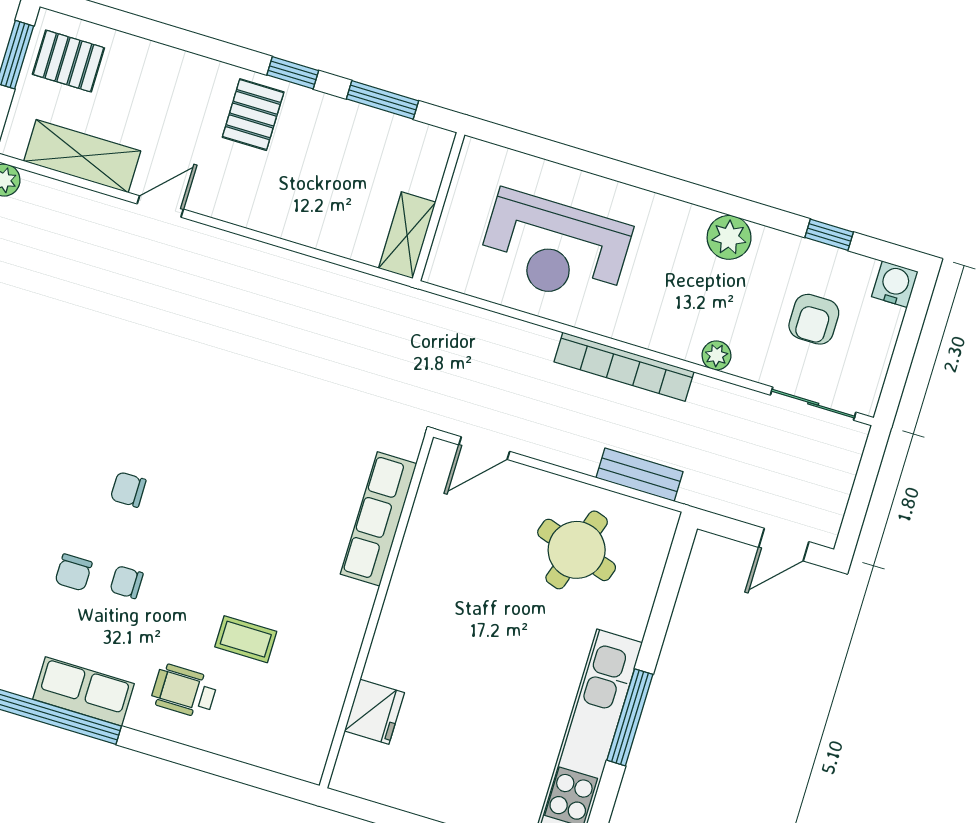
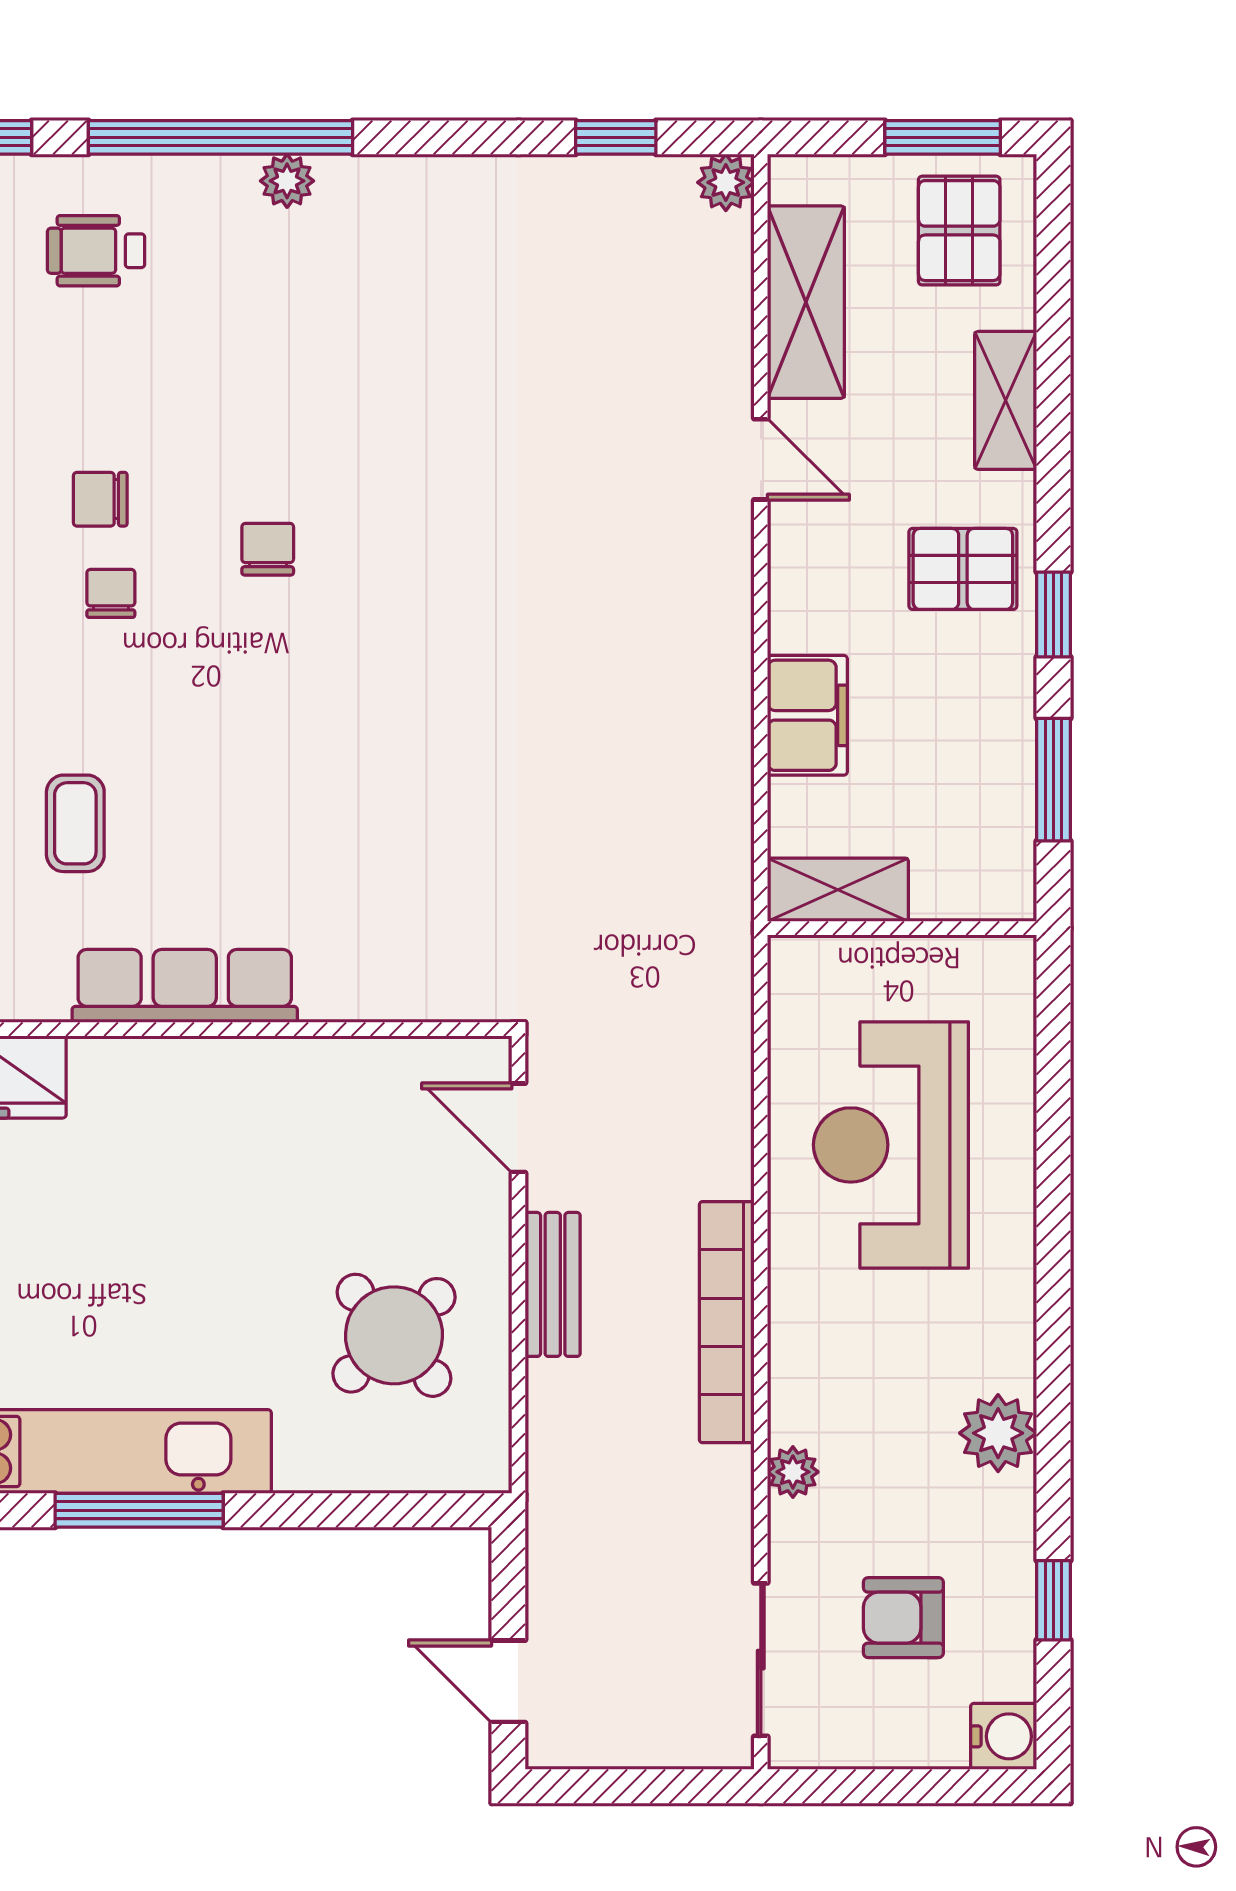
shelving: (168, 64) -> (1006, 400), added
filing cabinet: (307, 223) -> (807, 715), added
bench: (639, 475) -> (553, 1284), moved
row of seats: (379, 519) -> (185, 986), moved
round table: (577, 550) -> (394, 1335), turned 30

